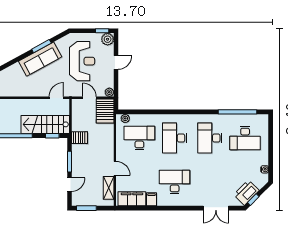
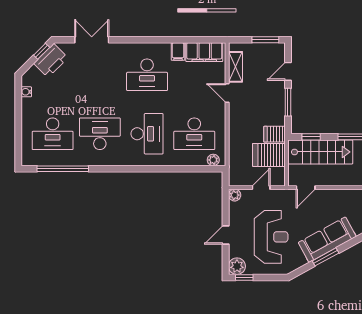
reception desk: (82, 61) -> (271, 237), turned 180
door: (89, 98) -> (261, 188), swing flipped
server rack: (105, 111) -> (269, 155), moved, turned -90
desk: (210, 138) -> (100, 134), turned -90
desk: (245, 138) -> (53, 134), turned 180

